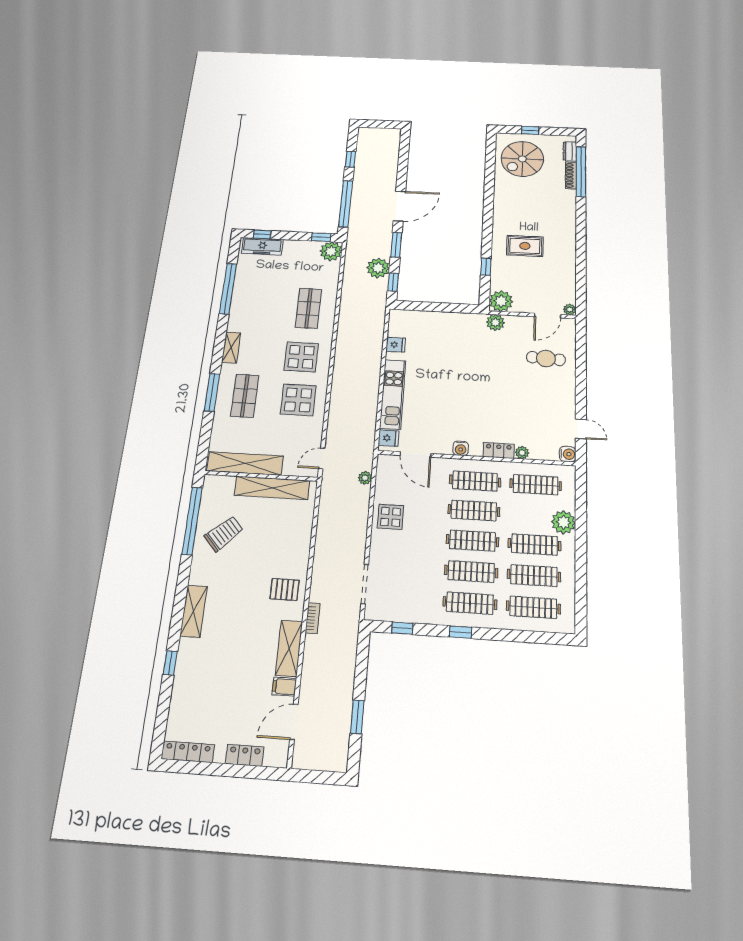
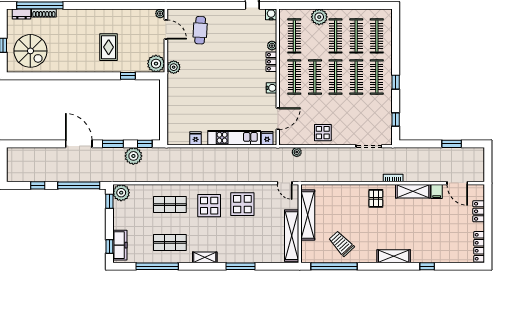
shop shelf: (245, 396) -> (170, 242), moved

